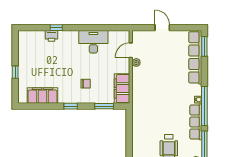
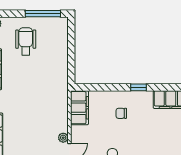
window: (104, 106) -> (100, 87), removed

